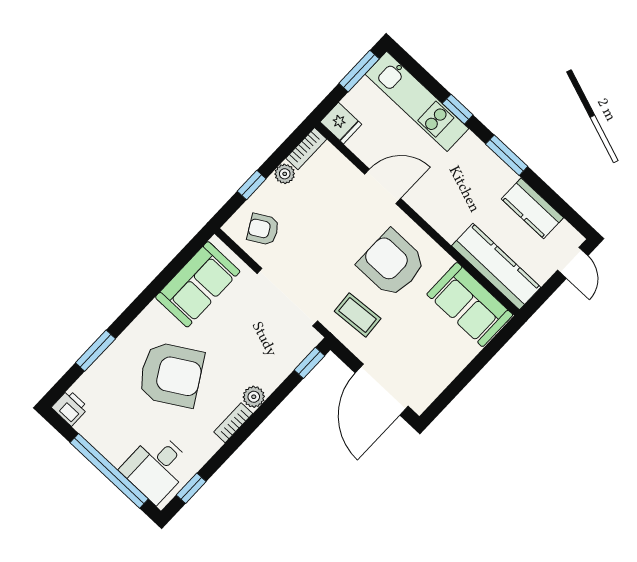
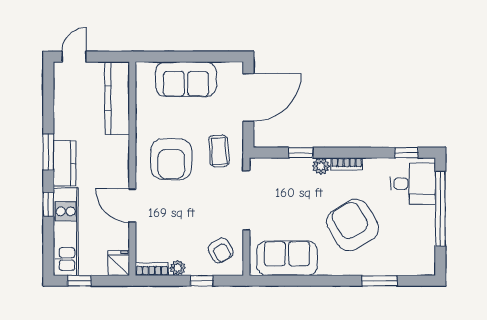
window: (359, 71) -> (80, 281), width x0.67
kitchen counter: (532, 208) -> (65, 163), moved
sofa: (470, 305) -> (186, 79), moved, turned 90
window: (309, 363) -> (301, 153), moved
printer: (70, 408) -> (425, 265), removed

